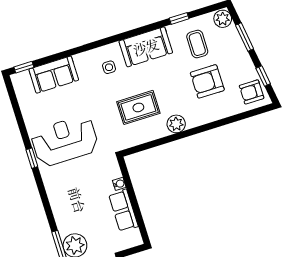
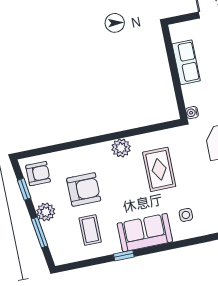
window: (179, 18) -> (124, 255), moved
plant: (223, 19) -> (46, 212), moved
rug: (138, 107) -> (159, 169), turned 90
water cooler: (119, 184) -> (192, 113), moved

